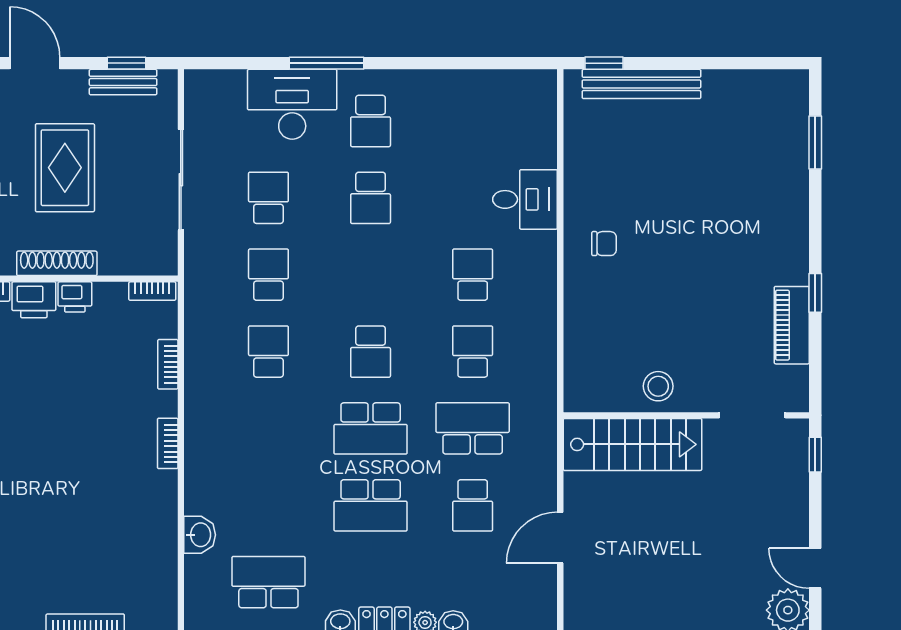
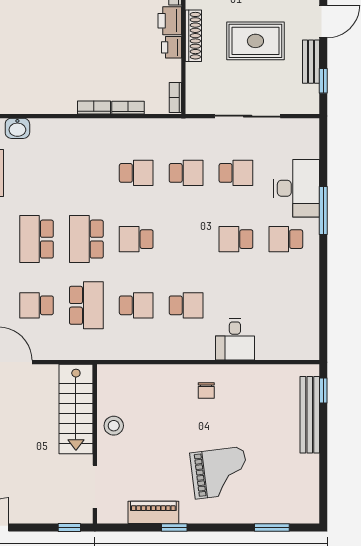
bench: (123, 82) -> (311, 62), moved
grand piano: (731, 223) -> (220, 473), added
bookcase: (168, 443) -> (94, 108), moved

